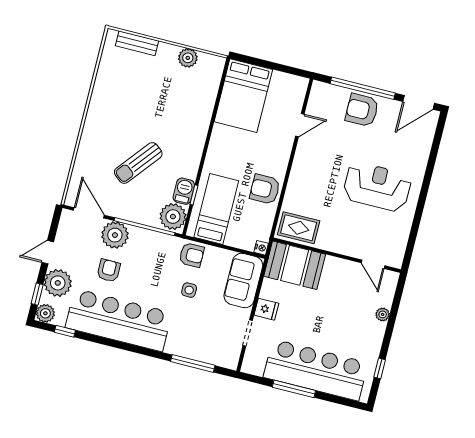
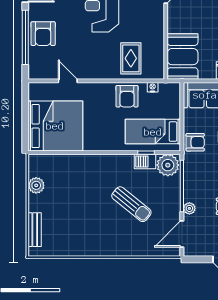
bed: (243, 96) -> (55, 126), width x1.36
rug: (299, 228) -> (131, 58), moved
plant: (115, 235) -> (189, 208), width x0.53, depth x0.53
nightstand: (261, 248) -> (153, 87), moved
armchair: (192, 255) -> (195, 142), turned 90

